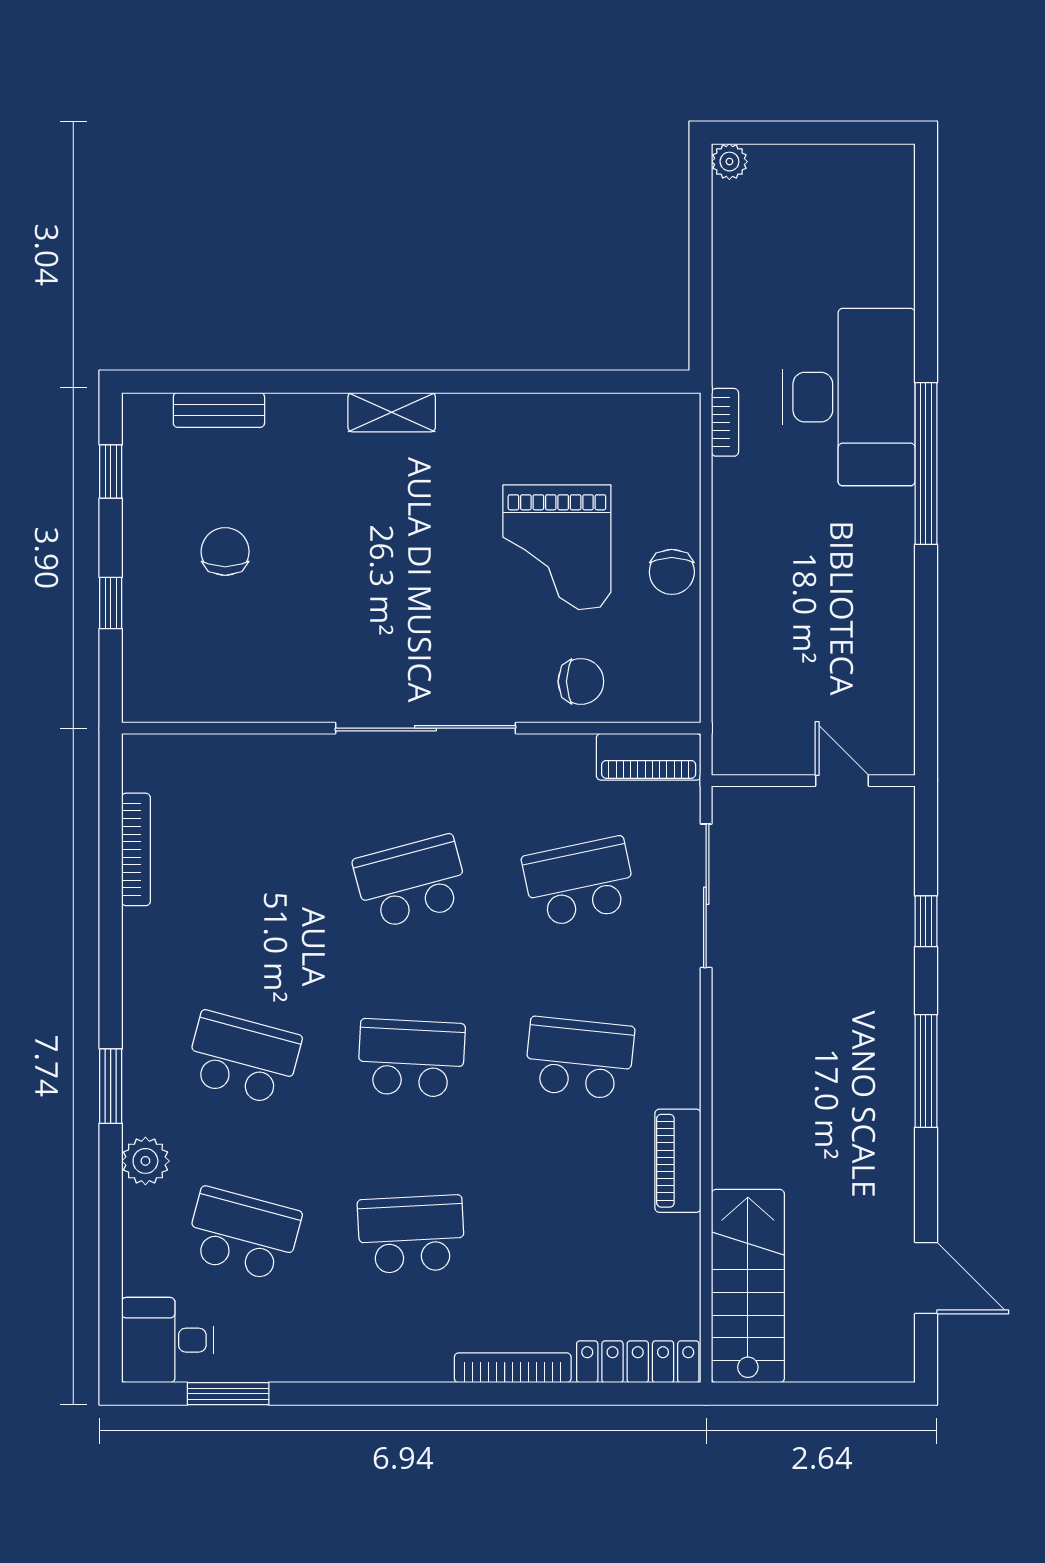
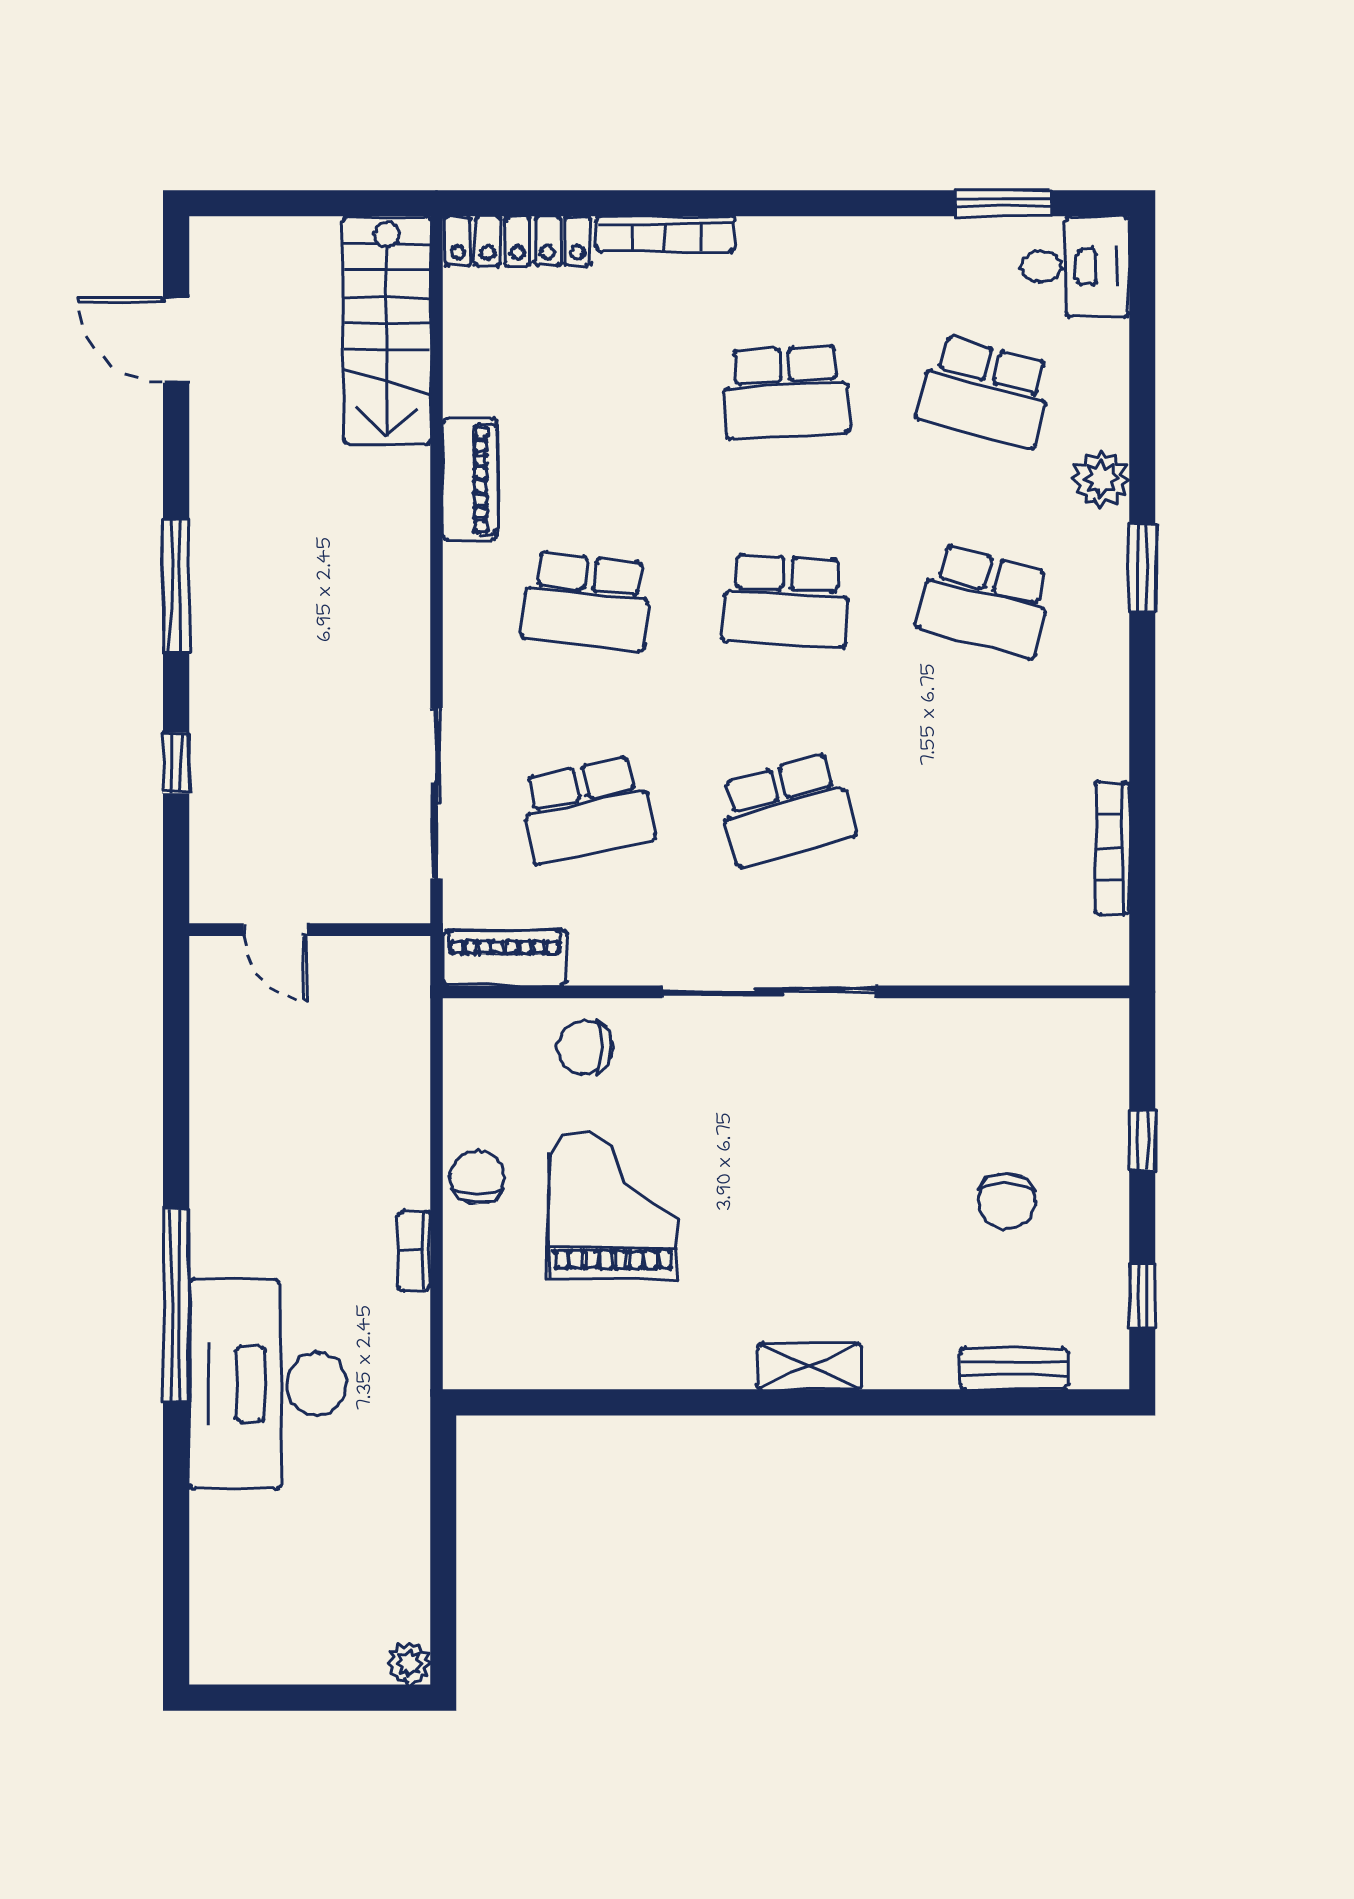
bookcase: (725, 422) -> (414, 1251), moved

